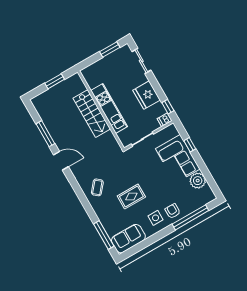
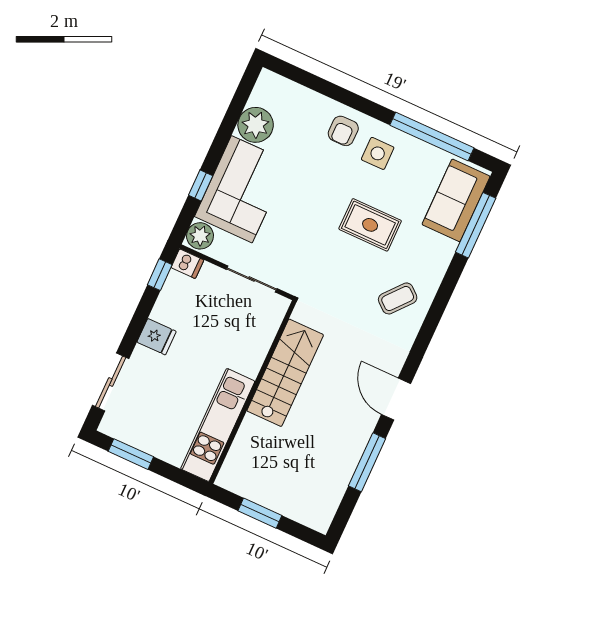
fridge: (146, 95) -> (157, 337), width x0.53, depth x0.75
kitchen unit: (109, 108) -> (218, 425), moved
stairs: (92, 114) -> (285, 373), moved
plant: (172, 131) -> (200, 236), added
window: (190, 217) -> (432, 136), moved
sofa: (128, 239) -> (456, 200), moved, turned 90

